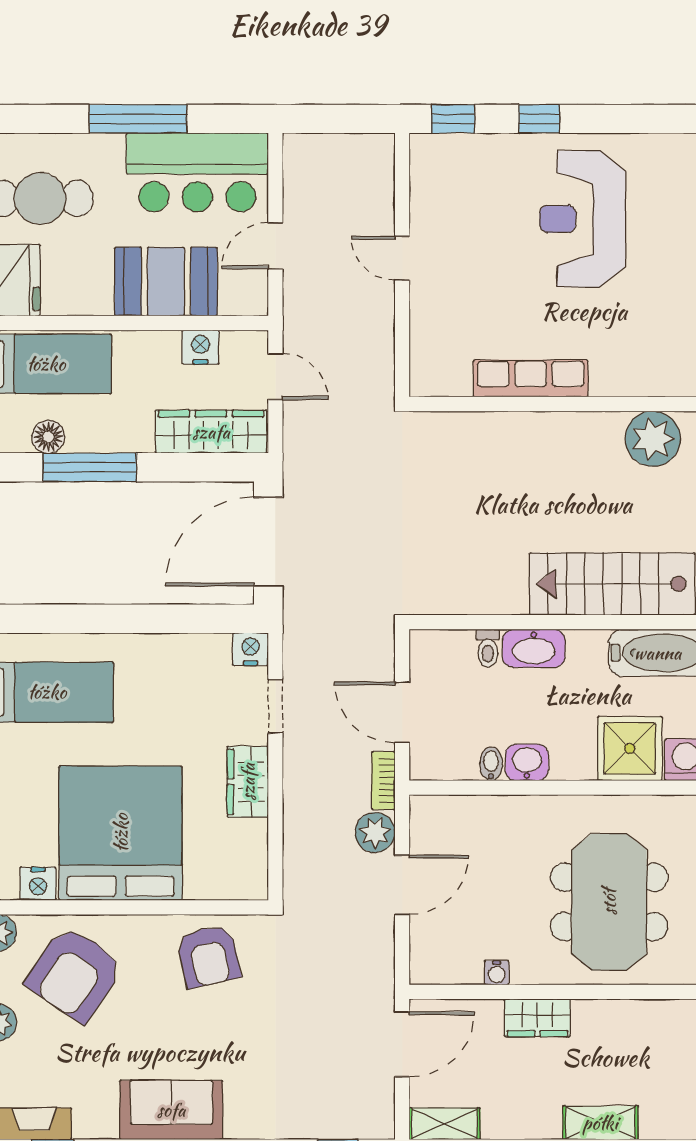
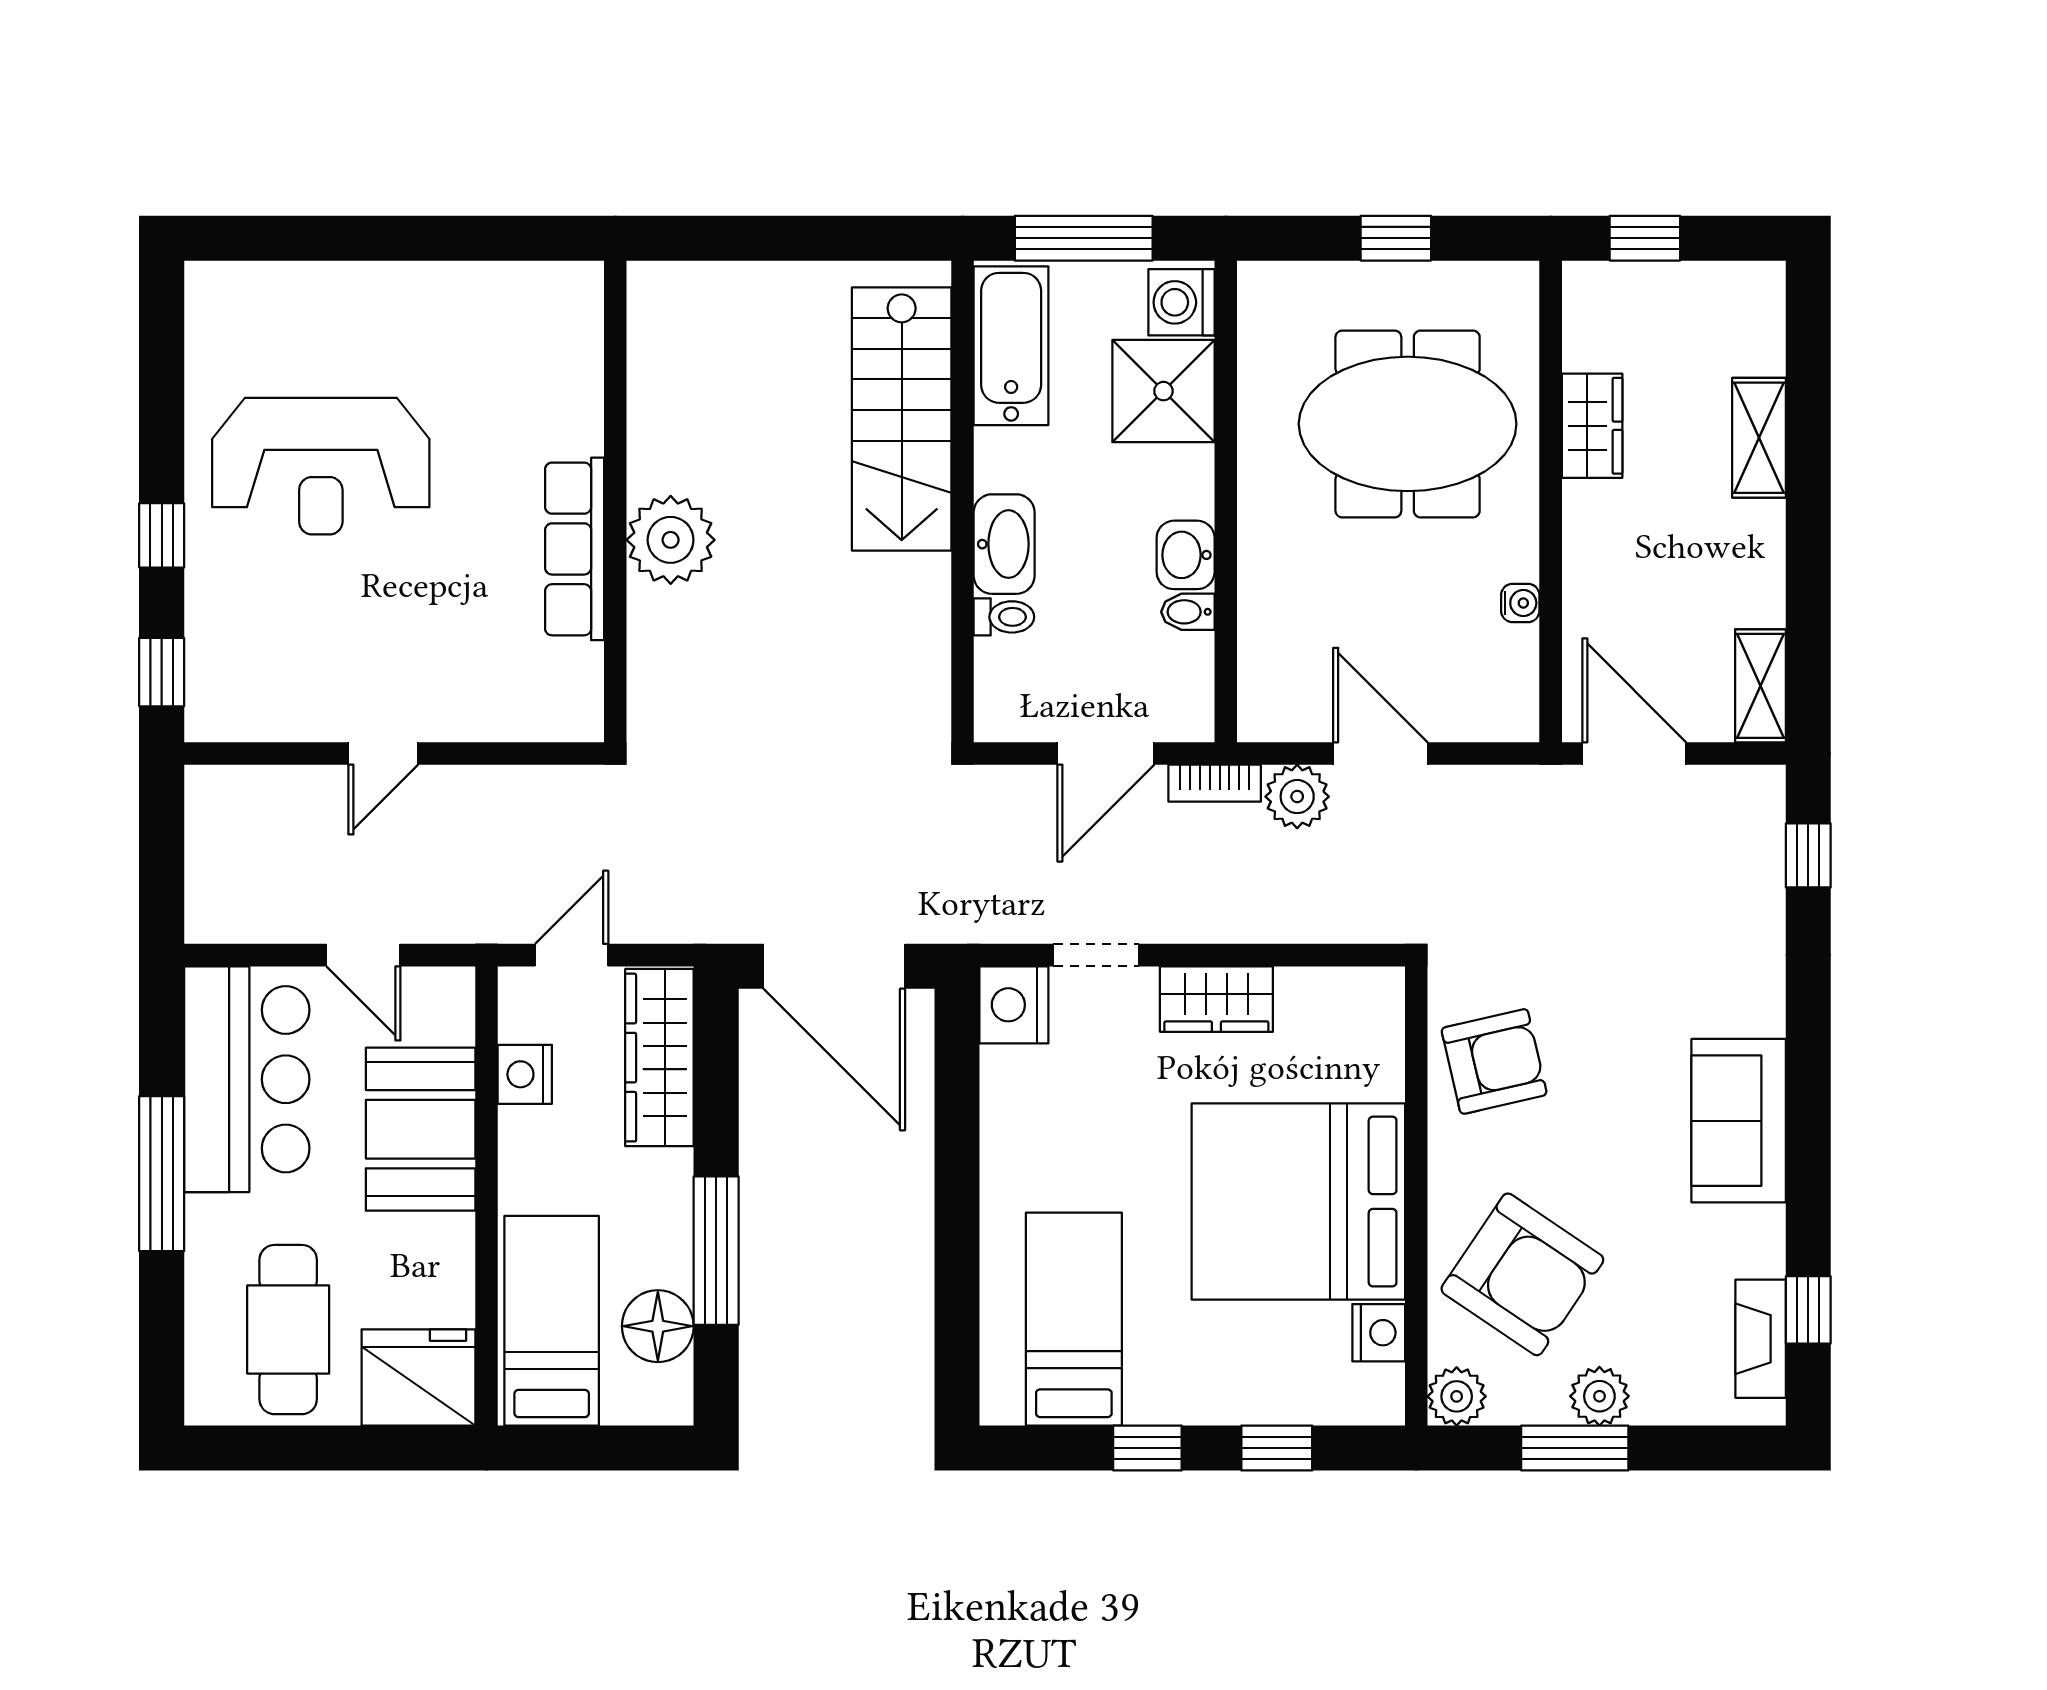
floor lamp: (48, 437) -> (658, 1326), width x1.38, depth x1.38
plant: (653, 439) -> (671, 540), moved
nightstand: (251, 649) -> (1014, 1005), width x1.36, depth x1.33
wardrobe: (537, 1018) -> (1592, 426), moved

